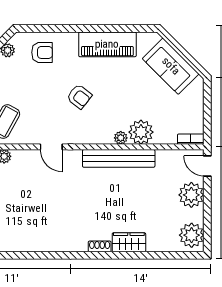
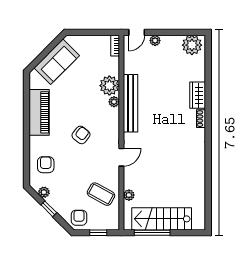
plant: (191, 195) -> (155, 40), width x0.53, depth x0.53

